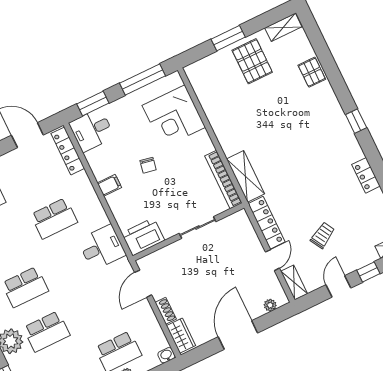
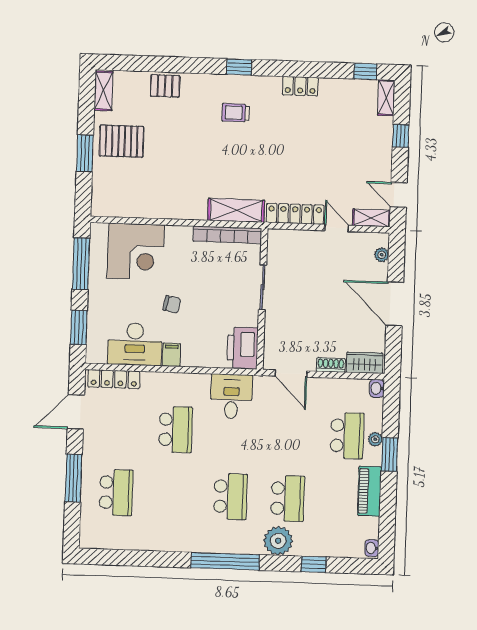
desk: (92, 130) -> (135, 344), moved, width x1.37
trolley: (323, 235) -> (236, 113), moved, turned -60
door: (338, 286) -> (399, 195), moved

